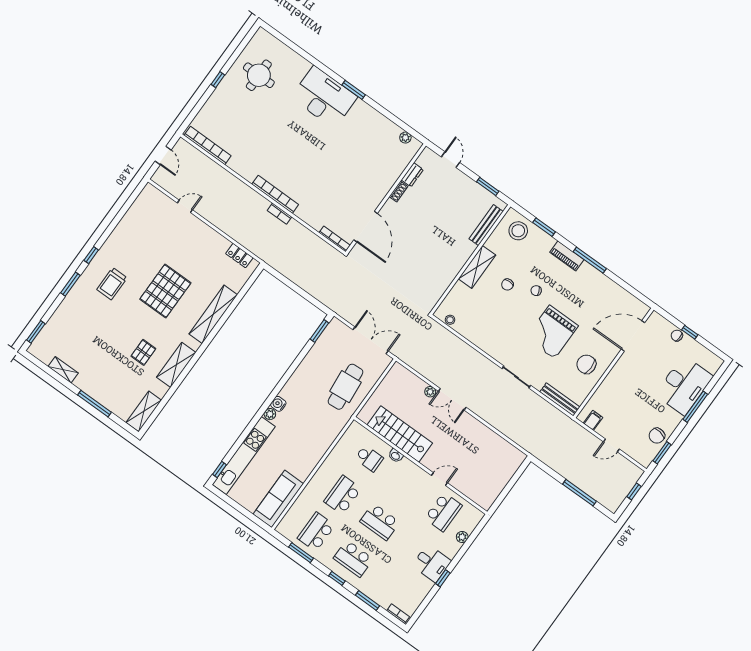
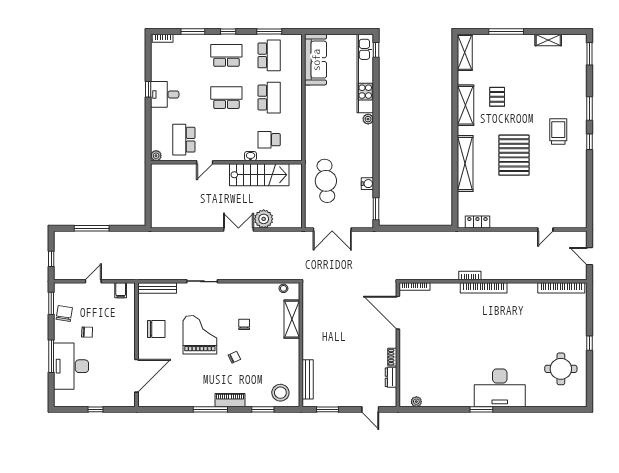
shelving: (477, 267) -> (292, 319), moved
chair: (507, 285) -> (244, 324), moved
chair: (677, 336) -> (87, 332), moved
plant: (430, 392) -> (264, 219), width x1.88, depth x1.88
water cooler: (278, 404) -> (367, 184), moved
plant: (462, 537) -> (156, 156), moved

